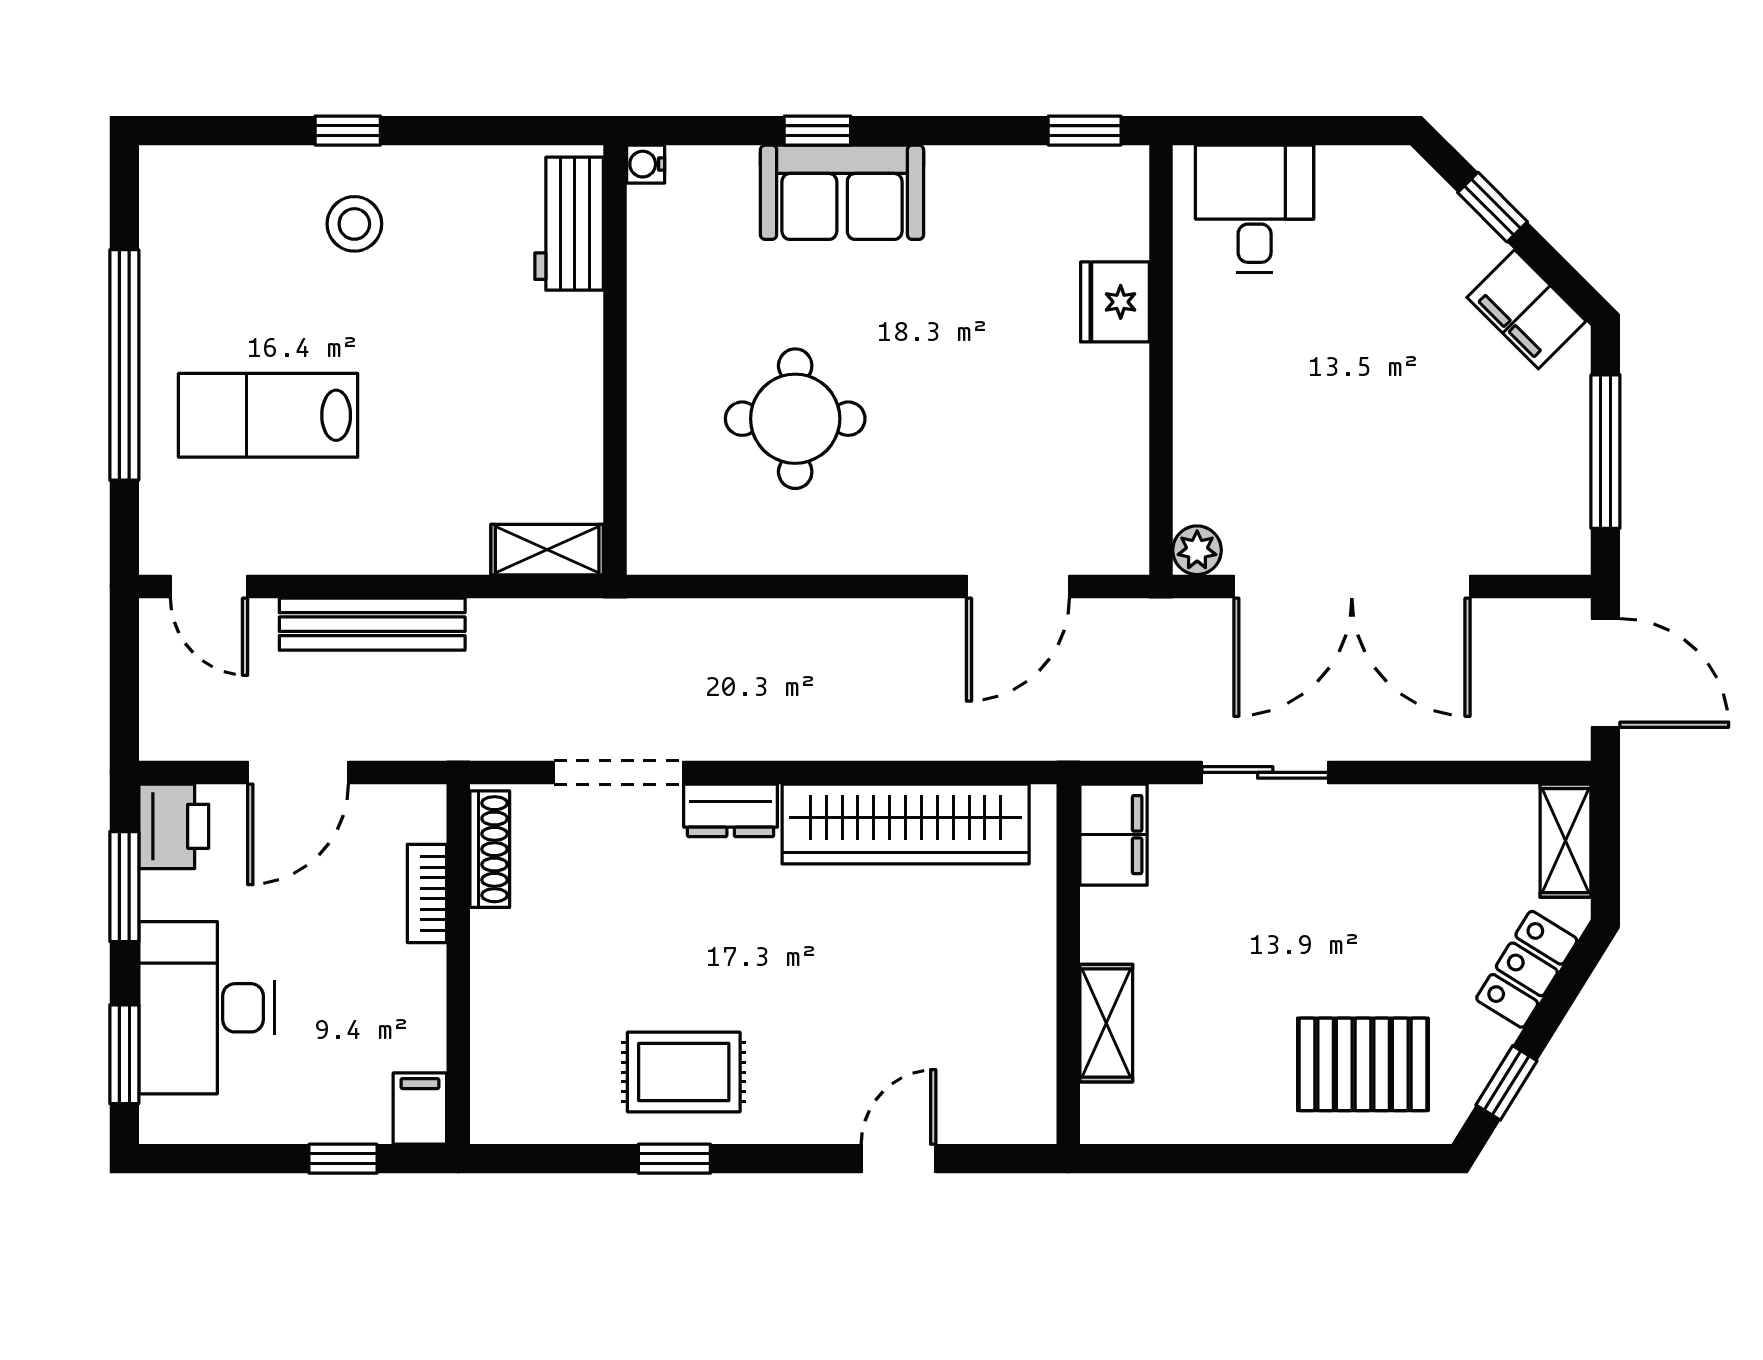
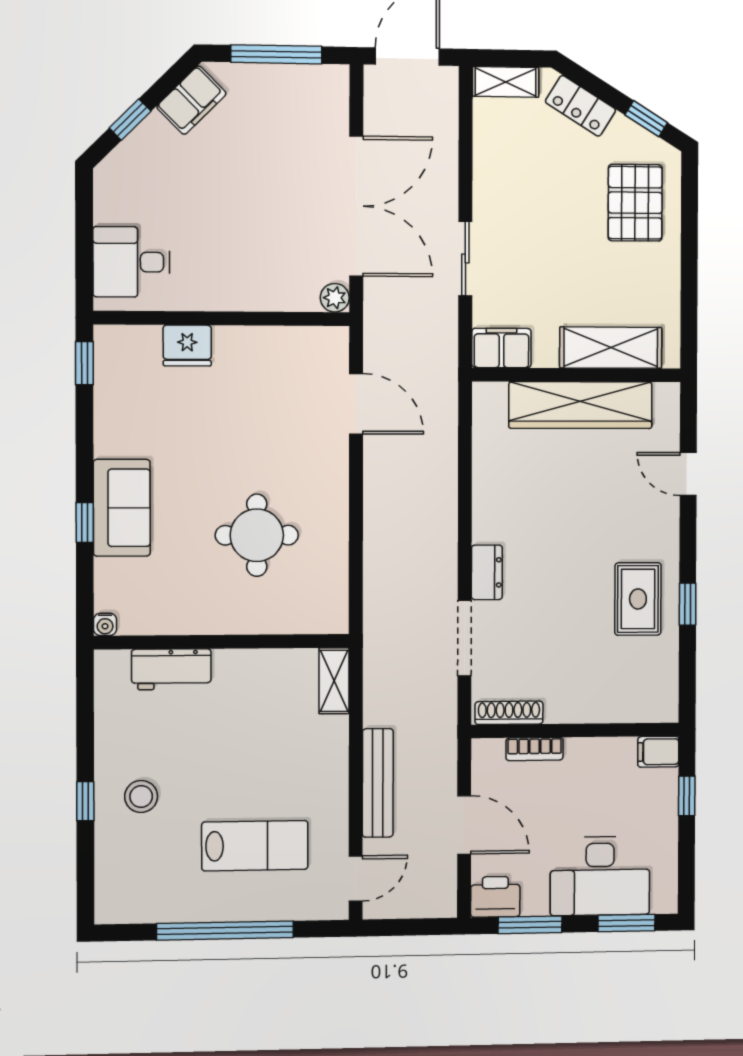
workbench: (569, 224) -> (171, 669), moved
lab bench: (268, 415) -> (255, 846), turned -90
wardrobe: (906, 824) -> (580, 405), moved, turned 90
shelving: (1106, 1023) -> (611, 348), width x1.50, depth x1.33

